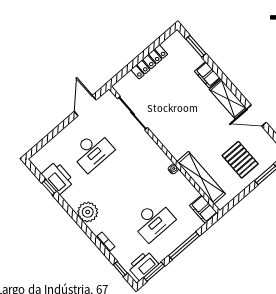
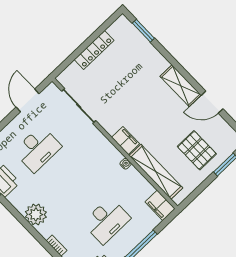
filing cabinet: (207, 75) -> (126, 141), moved, turned 180

